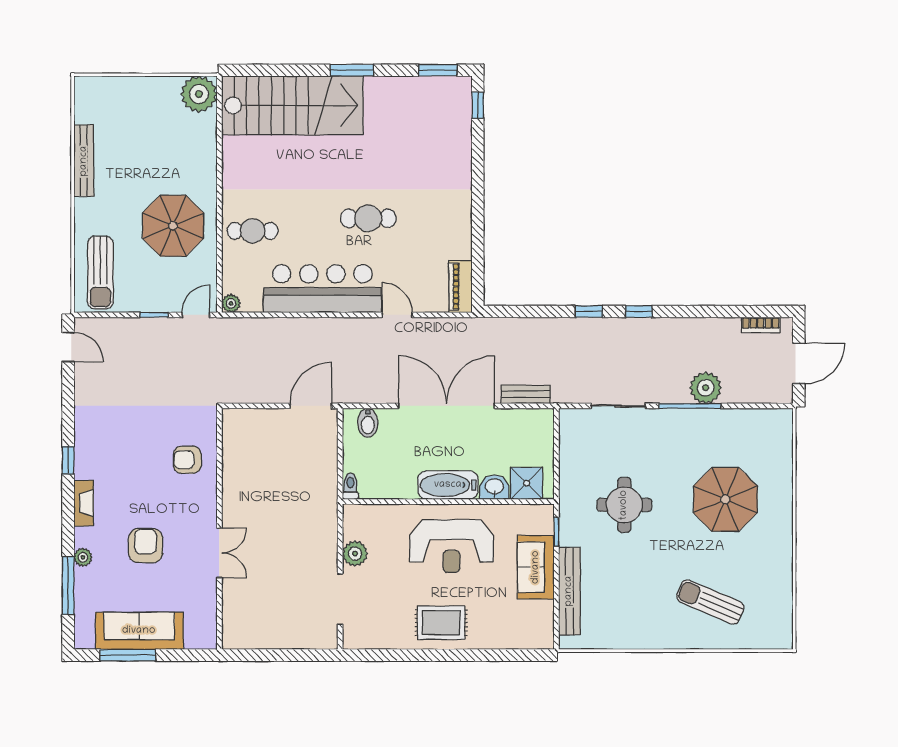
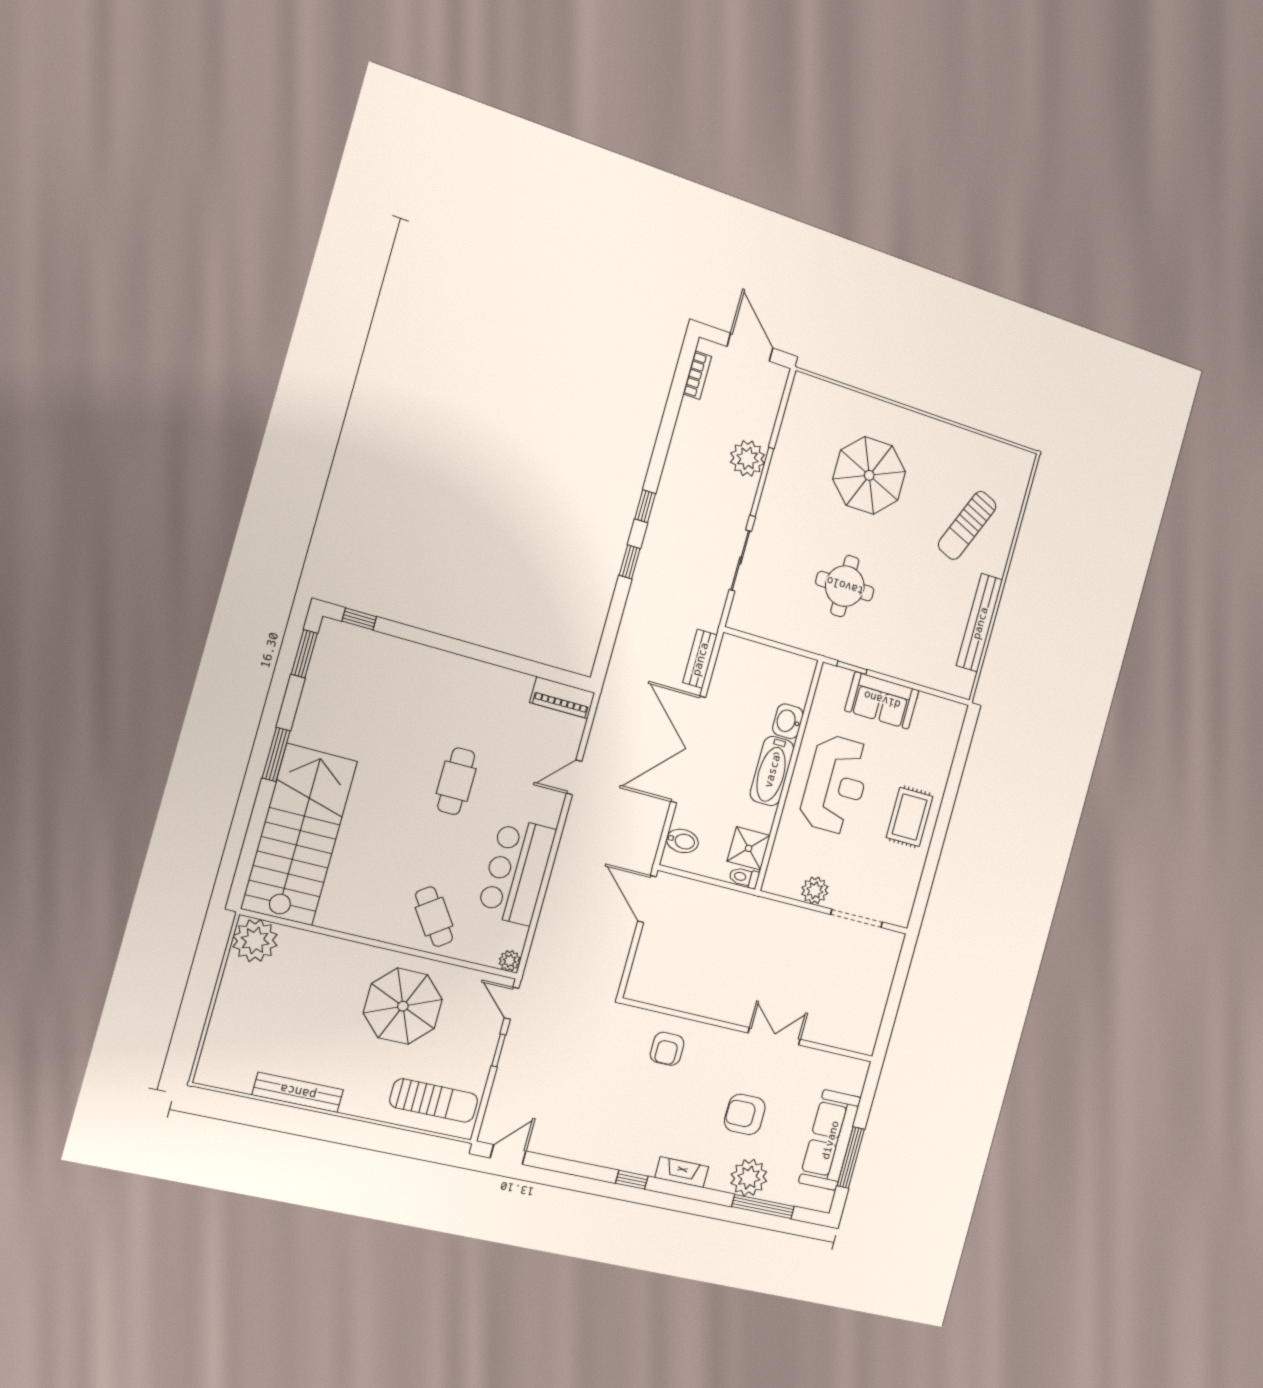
cafe table: (253, 231) -> (434, 917), turned -35
bar counter: (322, 289) -> (517, 871), width x0.73
shower: (527, 483) -> (749, 848), moved
plant: (83, 557) -> (749, 1178), width x1.88, depth x1.88
bench: (569, 591) -> (980, 623), moved, turned 90

